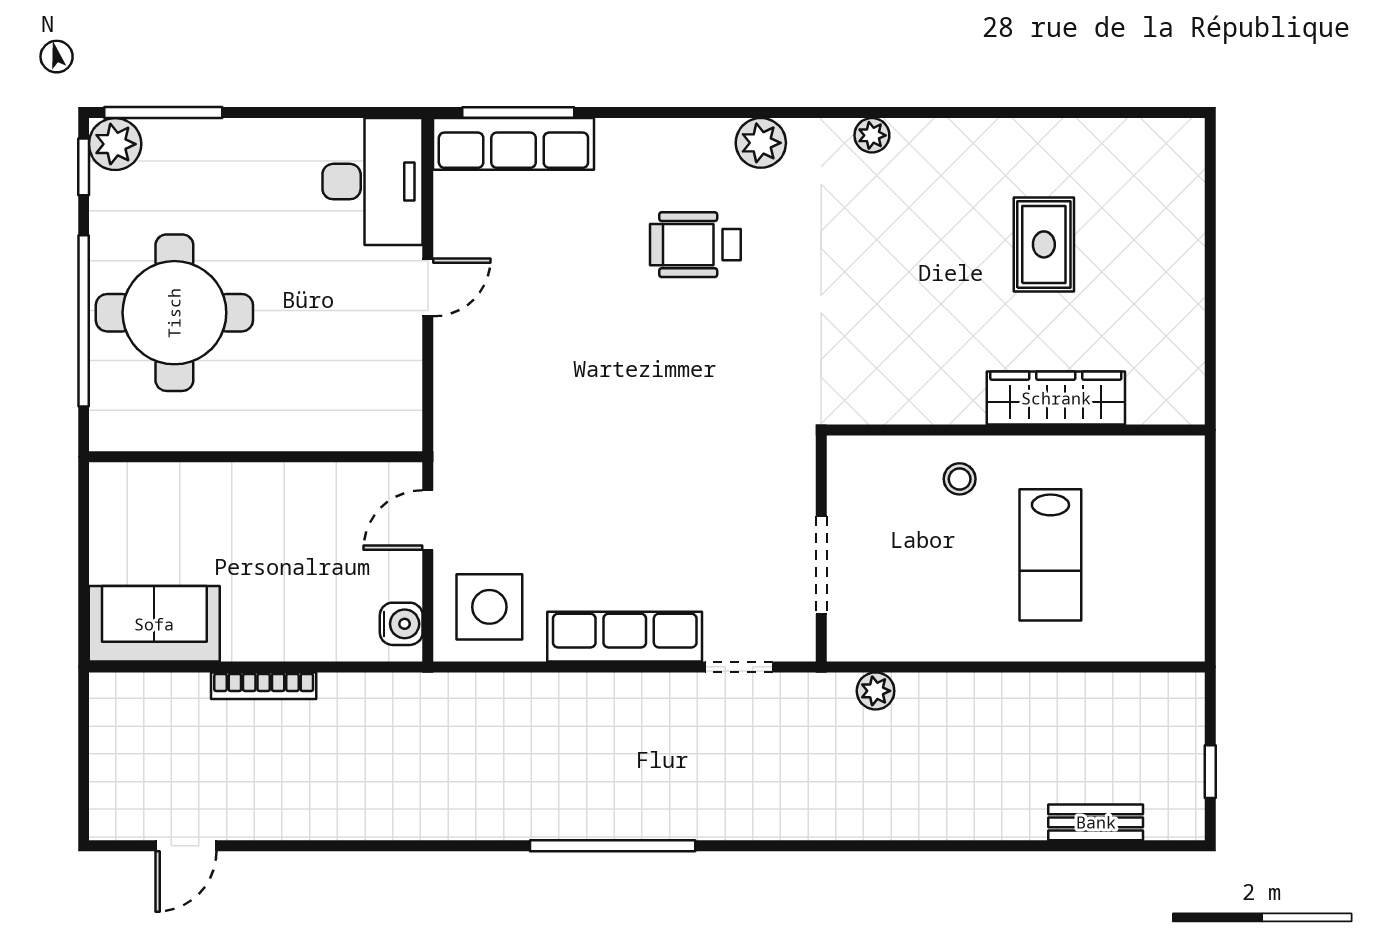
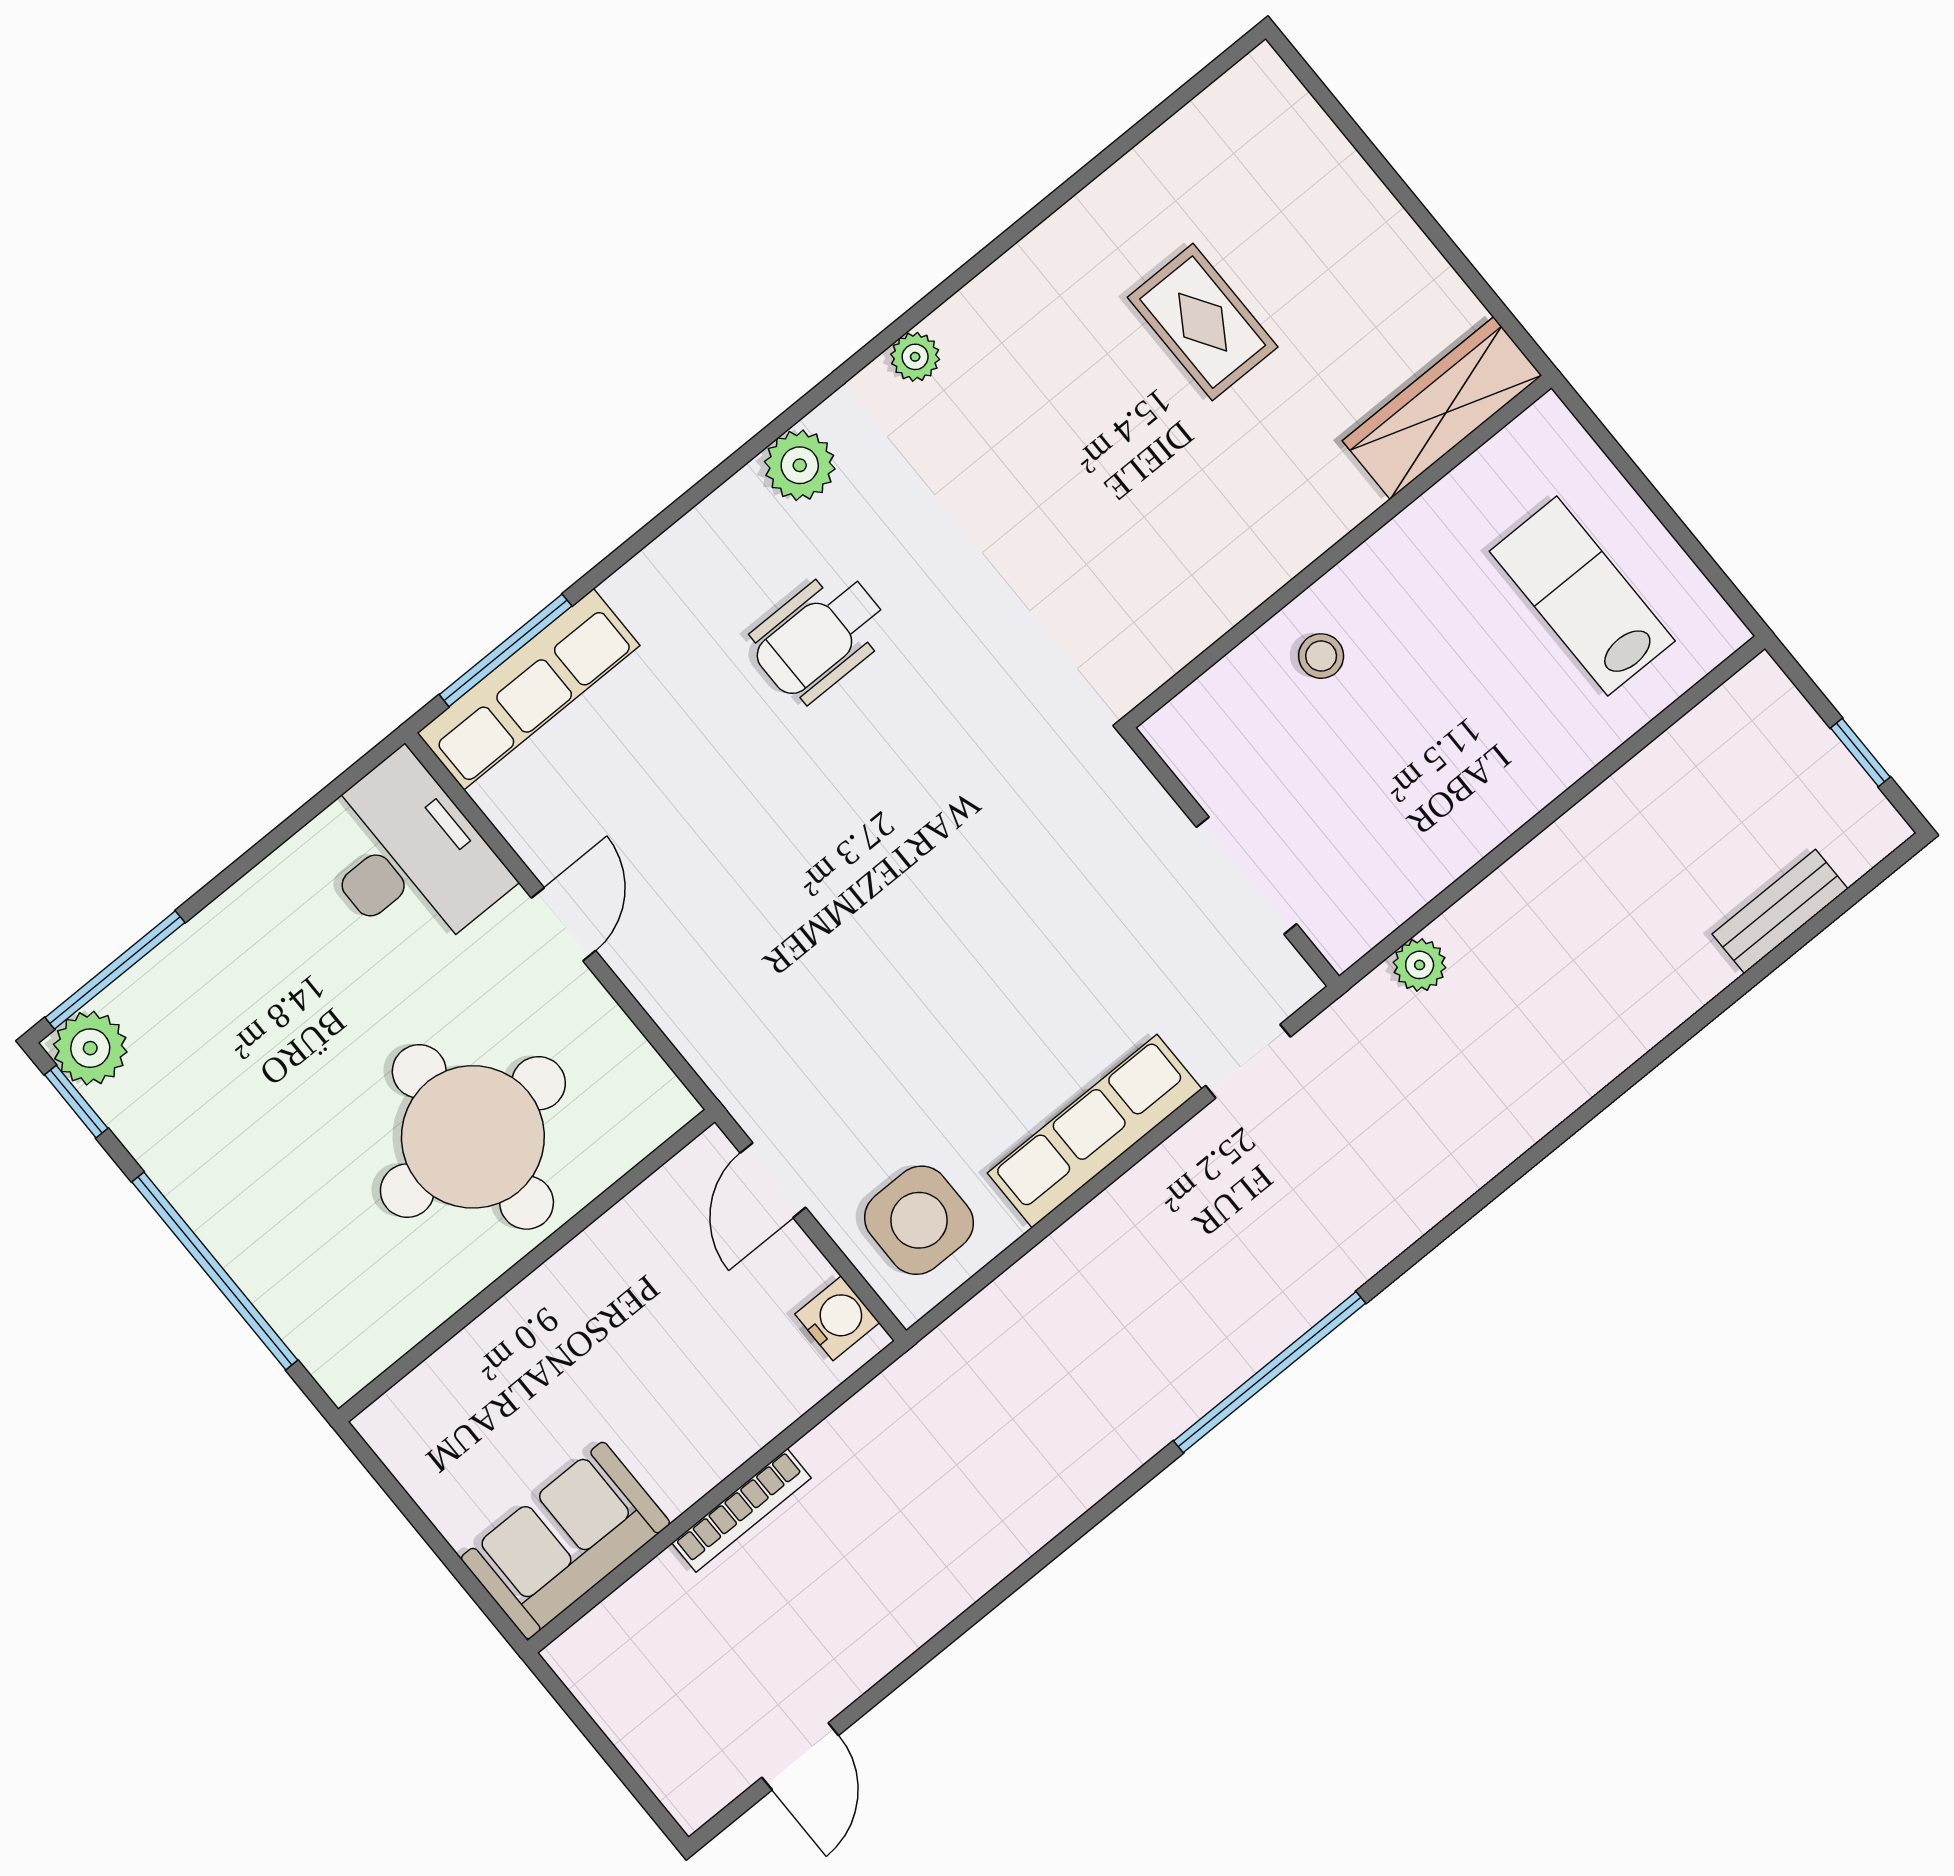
round table: (174, 313) -> (473, 1137), moved
wardrobe: (1056, 398) -> (1442, 408), moved
lab bench: (1050, 555) -> (1582, 596), moved, turned 180

